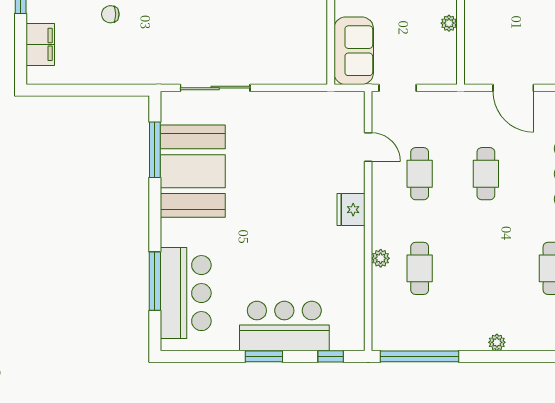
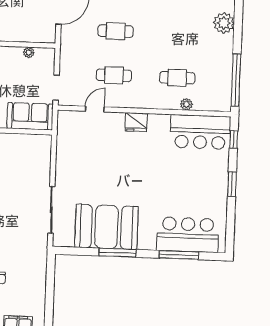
plant: (449, 23) -> (29, 52), moved
window: (155, 150) -> (117, 253), moved
plant: (381, 258) -> (186, 104), moved
bar counter: (284, 326) -> (200, 132), moved, turned -90
plant: (497, 342) -> (224, 23), width x1.88, depth x1.88

